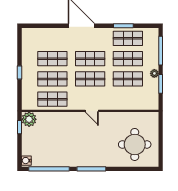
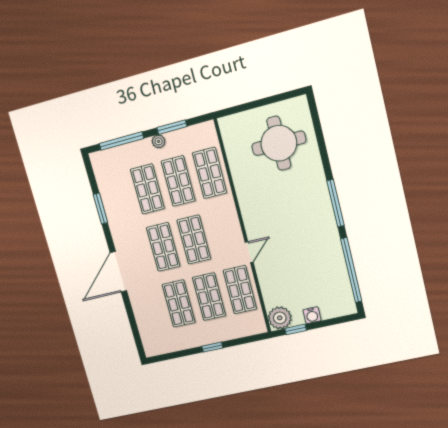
shop shelf: (128, 38) -> (210, 173), moved
door: (92, 111) -> (249, 252), moved
water cooler: (26, 161) -> (312, 315), moved

